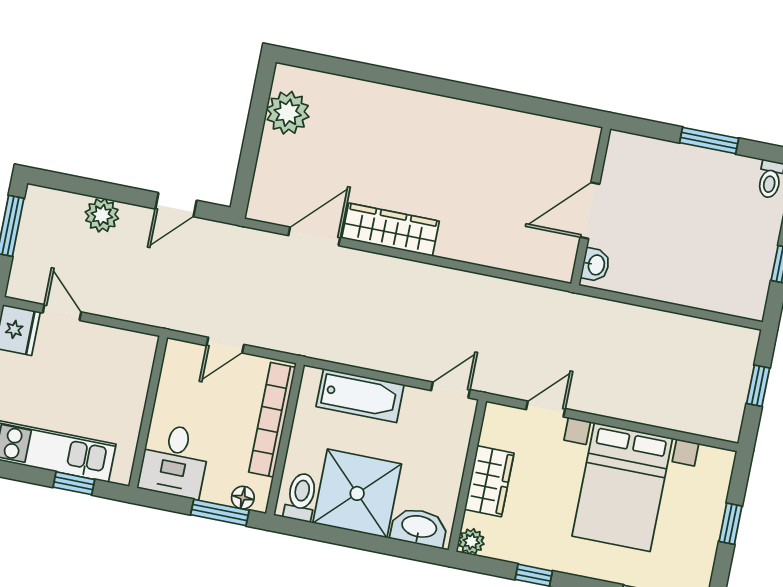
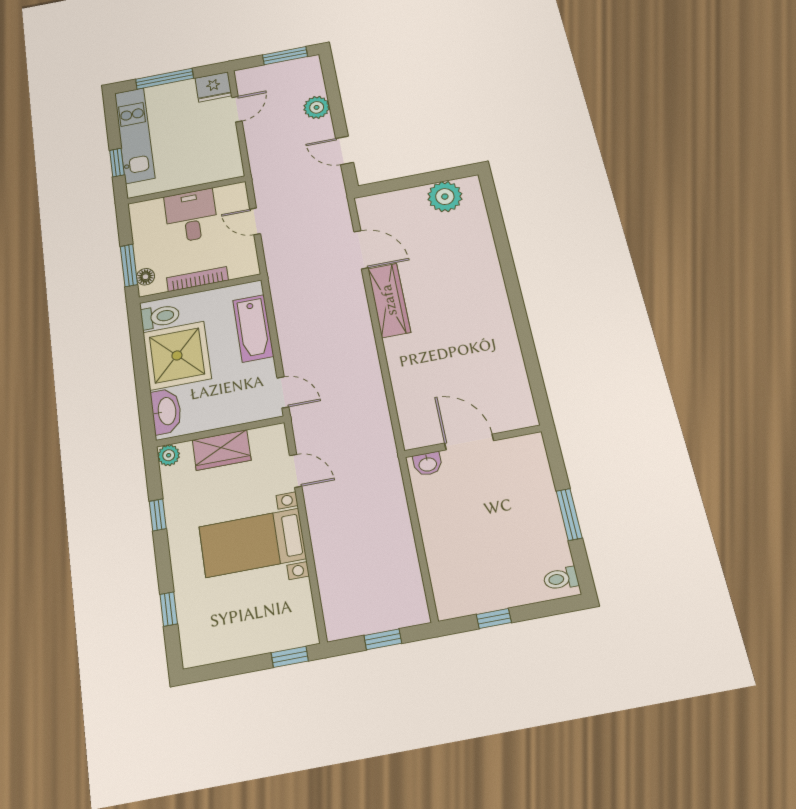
bookcase: (272, 420) -> (197, 279), width x0.68, depth x0.76
desk: (174, 461) -> (191, 216), moved, turned 90
bed with nightstands: (622, 487) -> (252, 543), width x0.73
window: (731, 524) -> (290, 657), moved

